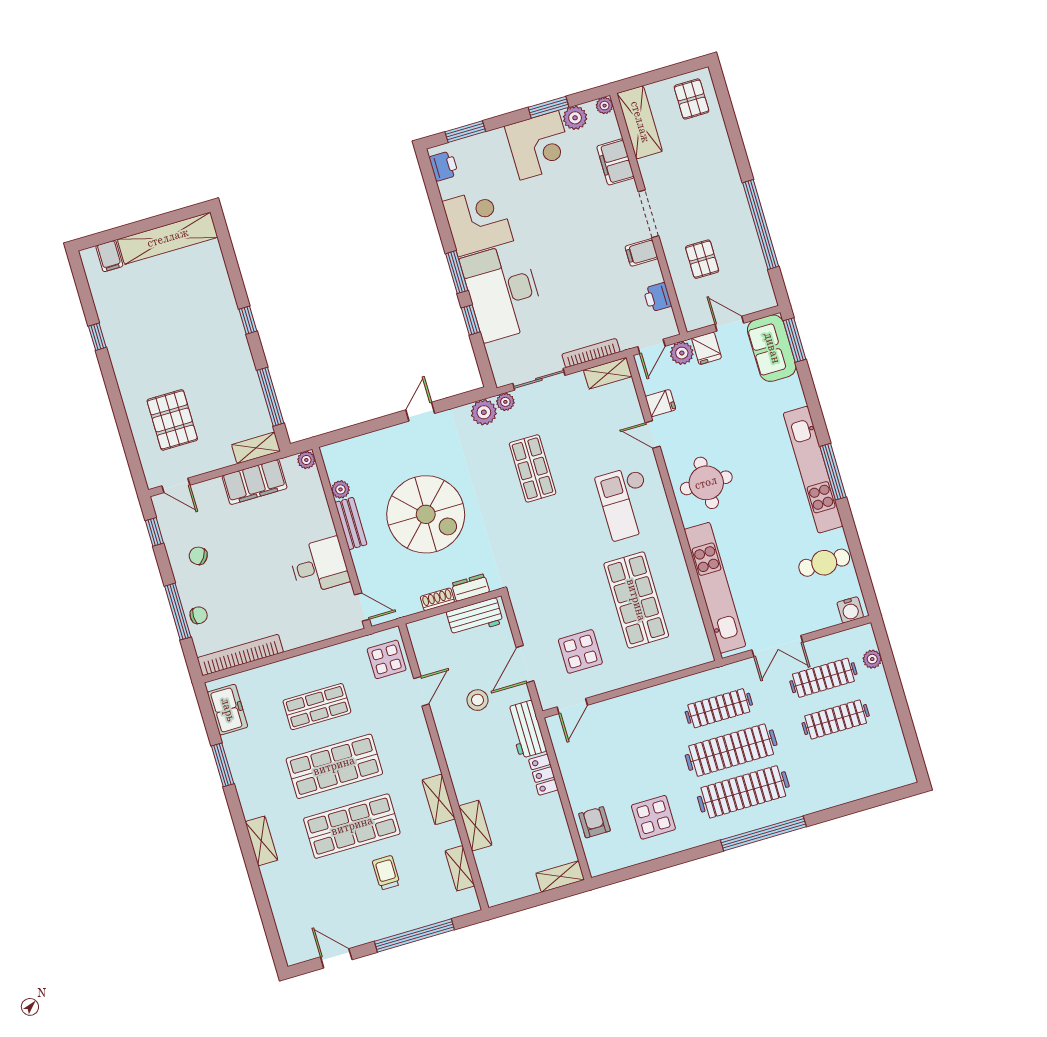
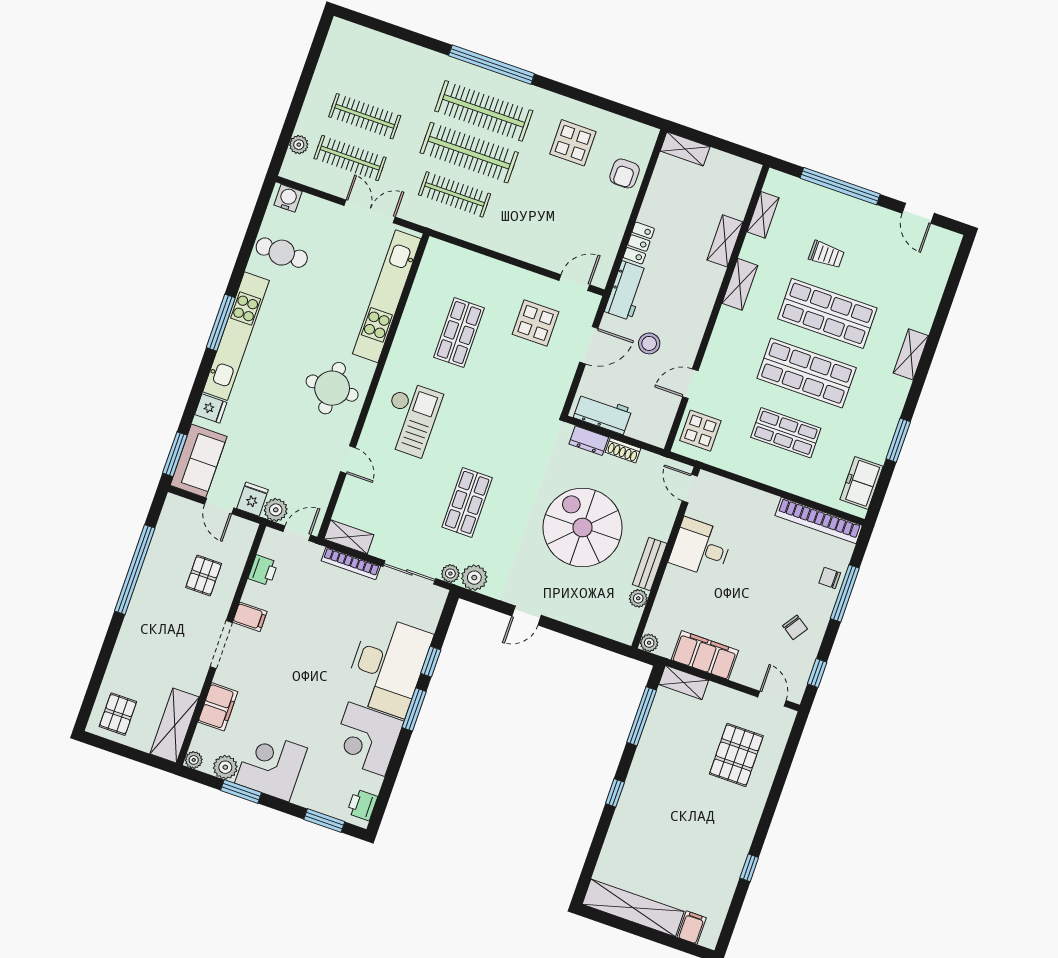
fridge: (661, 403) -> (211, 408), moved, turned 180
shop shelf: (636, 600) -> (459, 333), width x0.70, depth x0.74
trolley: (386, 873) -> (826, 255), turned -90

